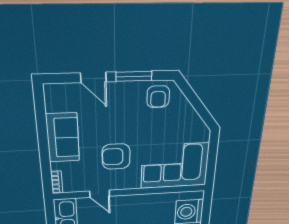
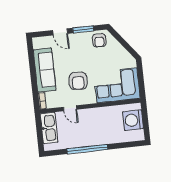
sofa: (63, 138) -> (45, 70), width x1.36
armchair: (116, 157) -> (78, 81), turned -86

